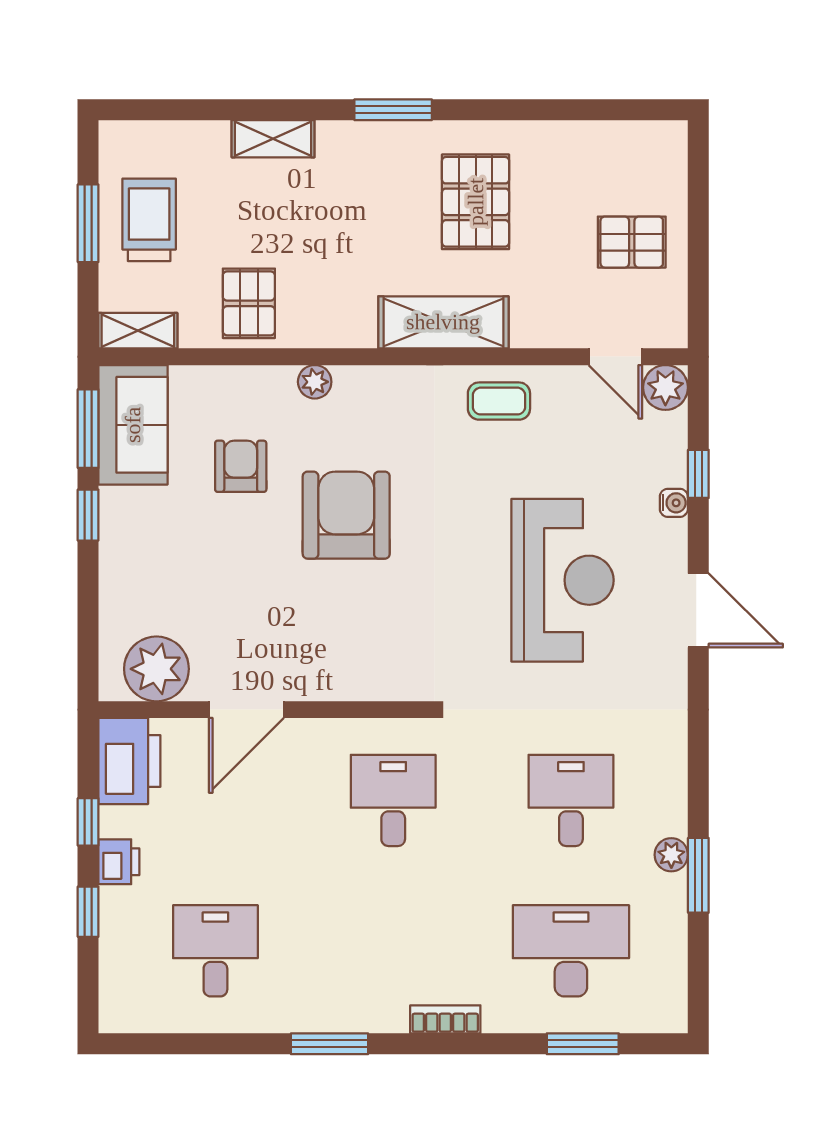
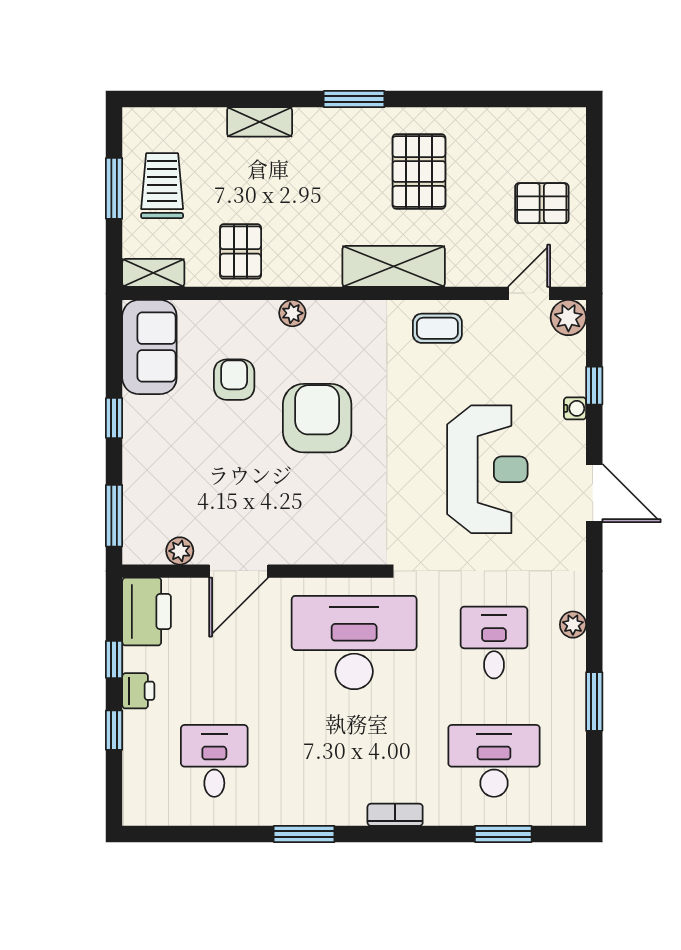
door: (615, 357) -> (529, 293), swing flipped
window: (88, 429) -> (114, 516), moved
plant: (156, 669) -> (180, 551), width x0.53, depth x0.53
desk: (393, 800) -> (354, 643), width x1.87, depth x1.30
plant: (671, 855) -> (573, 625), moved

